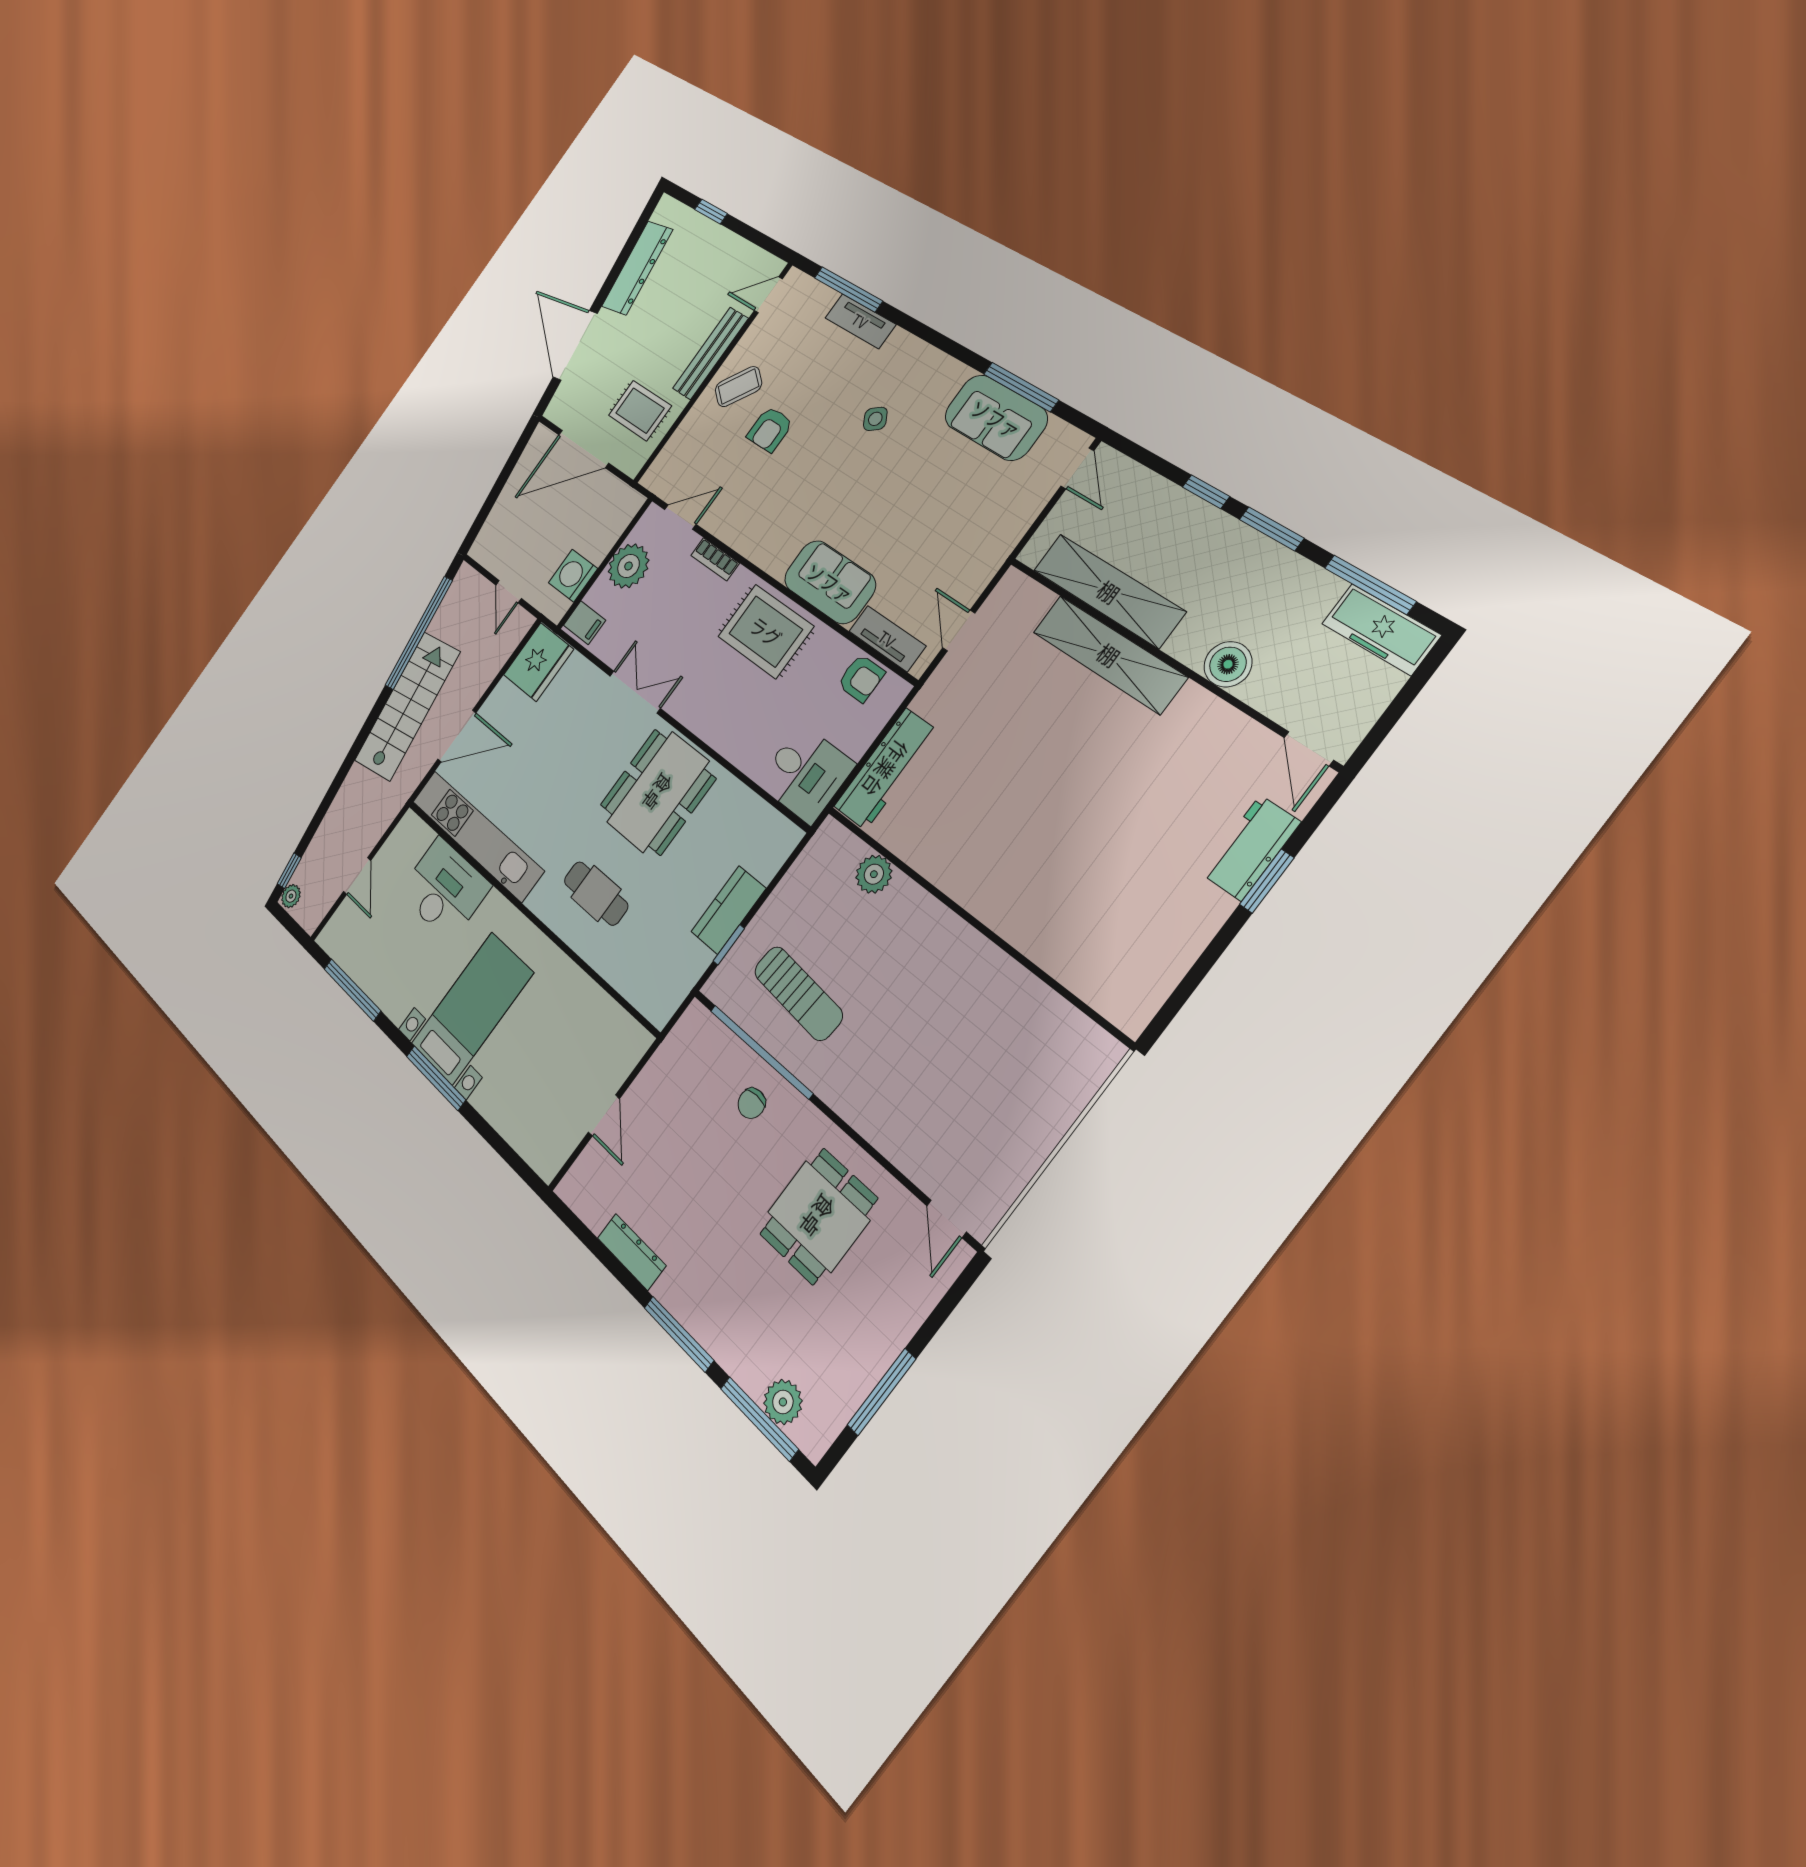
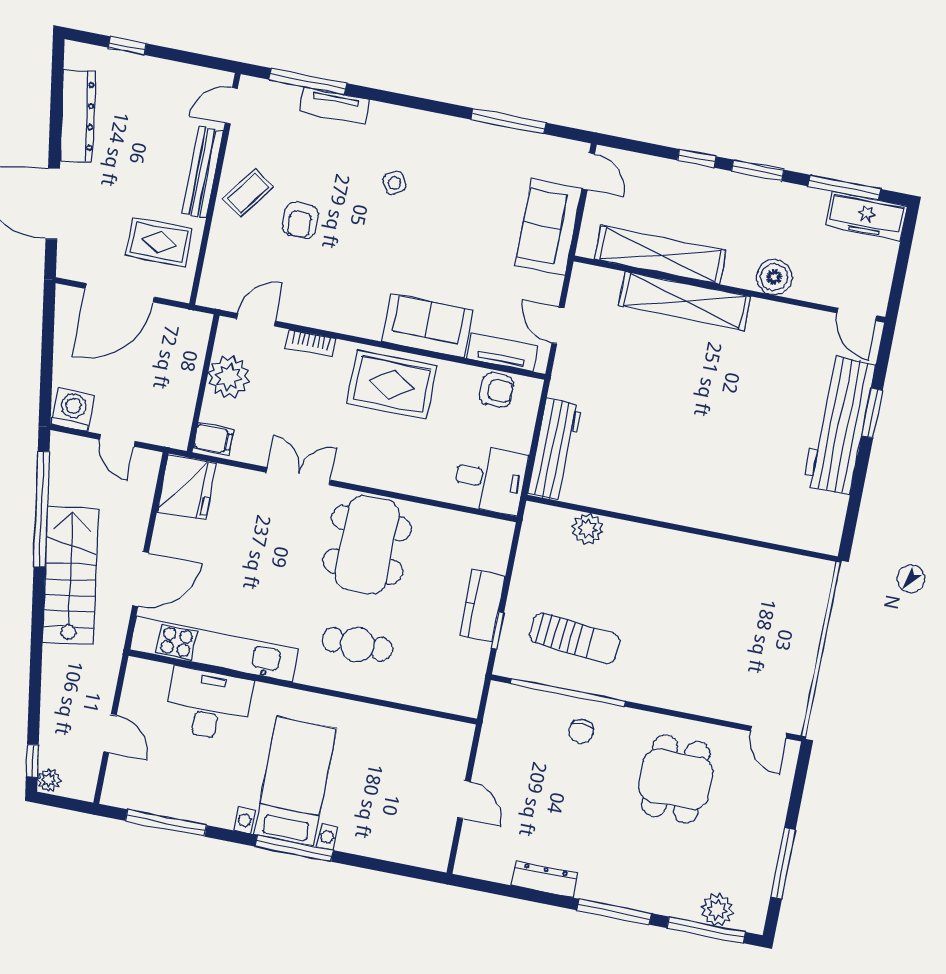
sofa: (996, 418) -> (548, 227), moved, turned 90
washing machine: (573, 576) -> (73, 410), moved, turned 90
workbench: (1251, 848) -> (839, 425), width x1.88, depth x1.32

